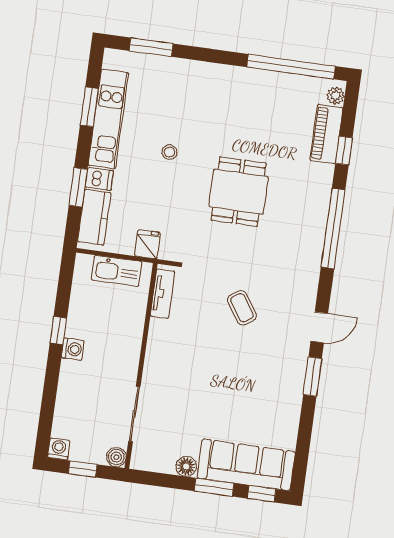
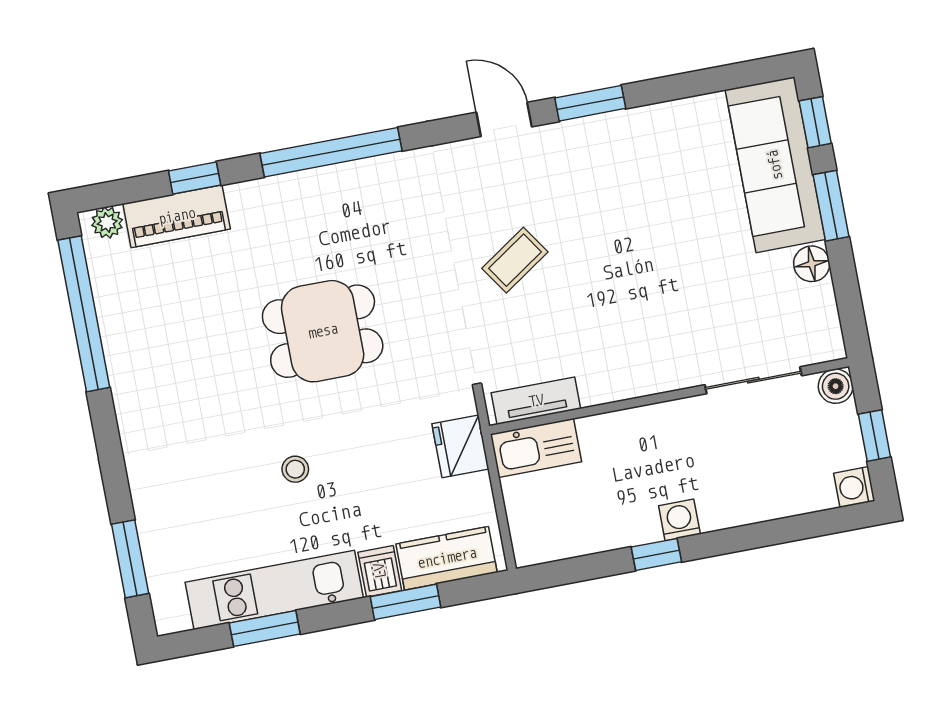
fridge: (147, 244) -> (460, 446), width x1.38
kitchen sink: (117, 271) -> (536, 448), moved, turned 90

